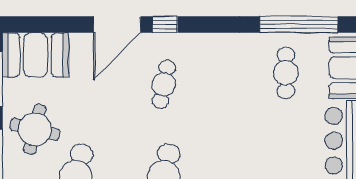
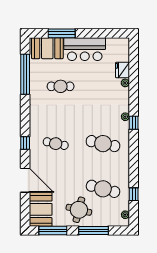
door: (117, 25) -> (25, 180), moved
cafe table: (286, 73) -> (61, 86), moved

